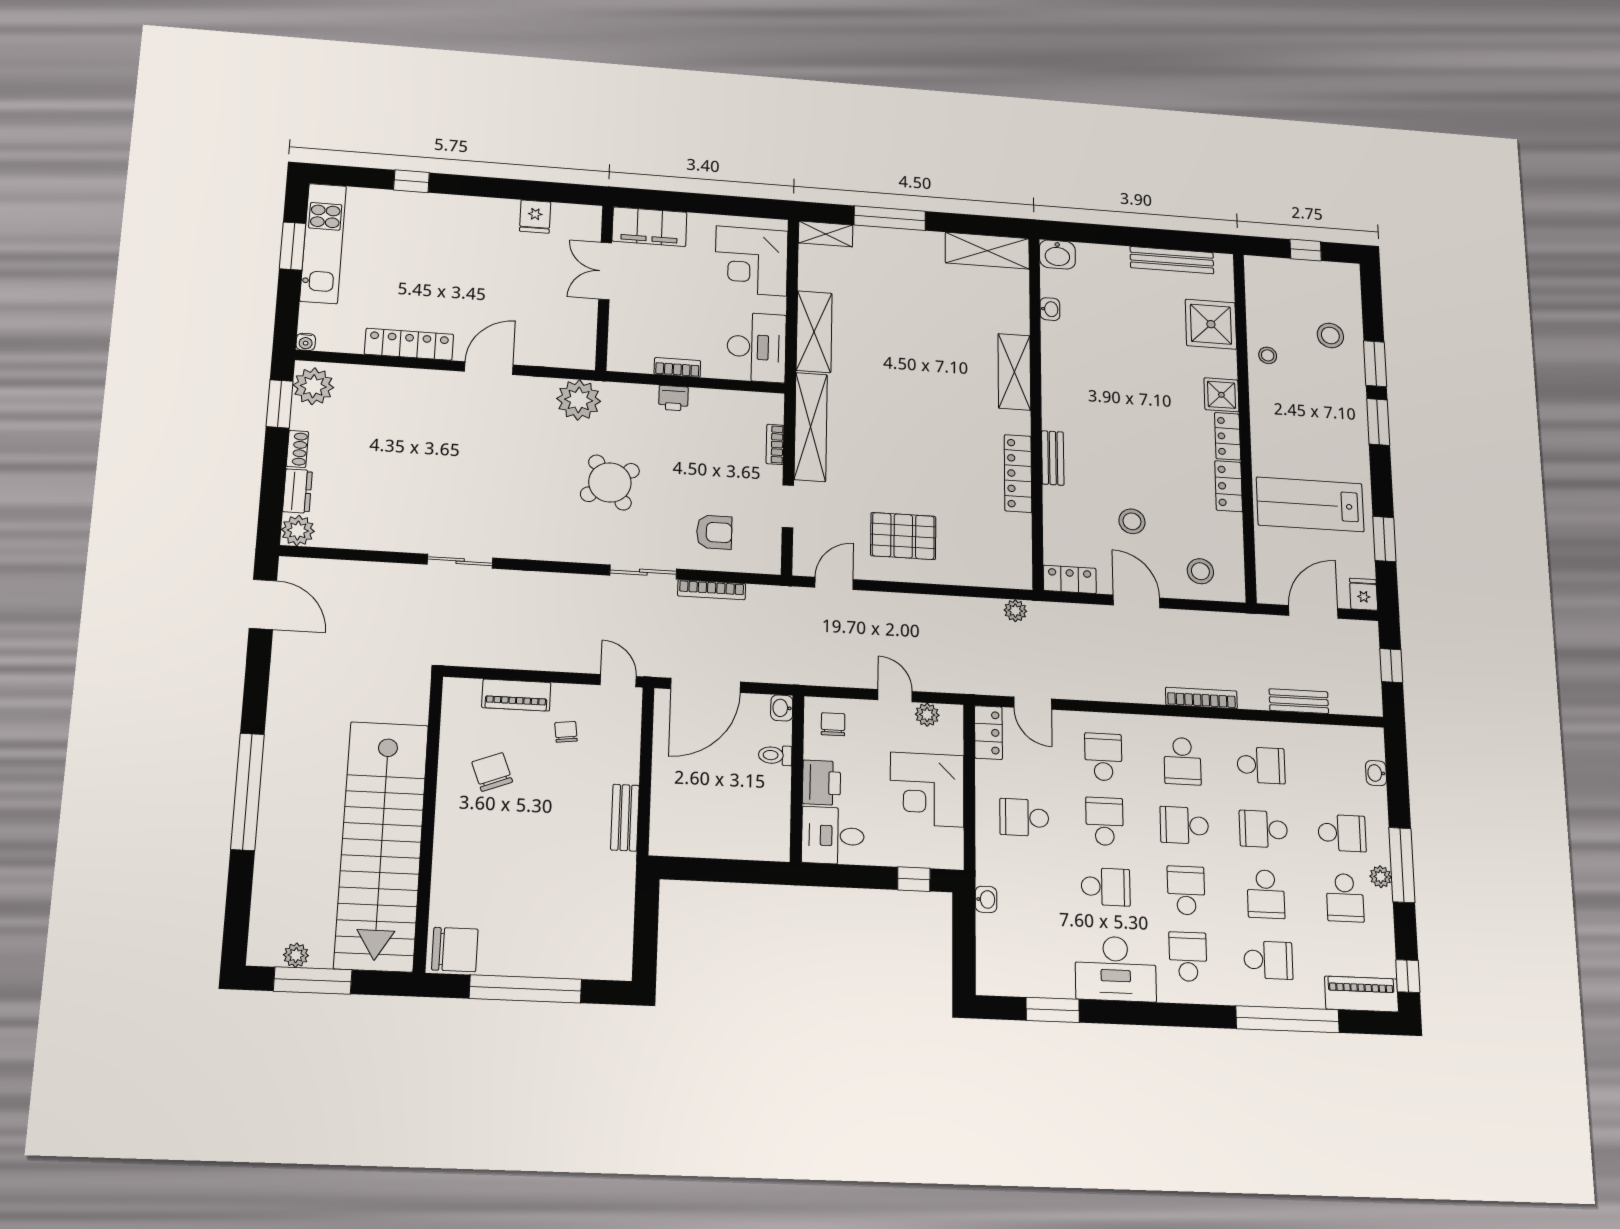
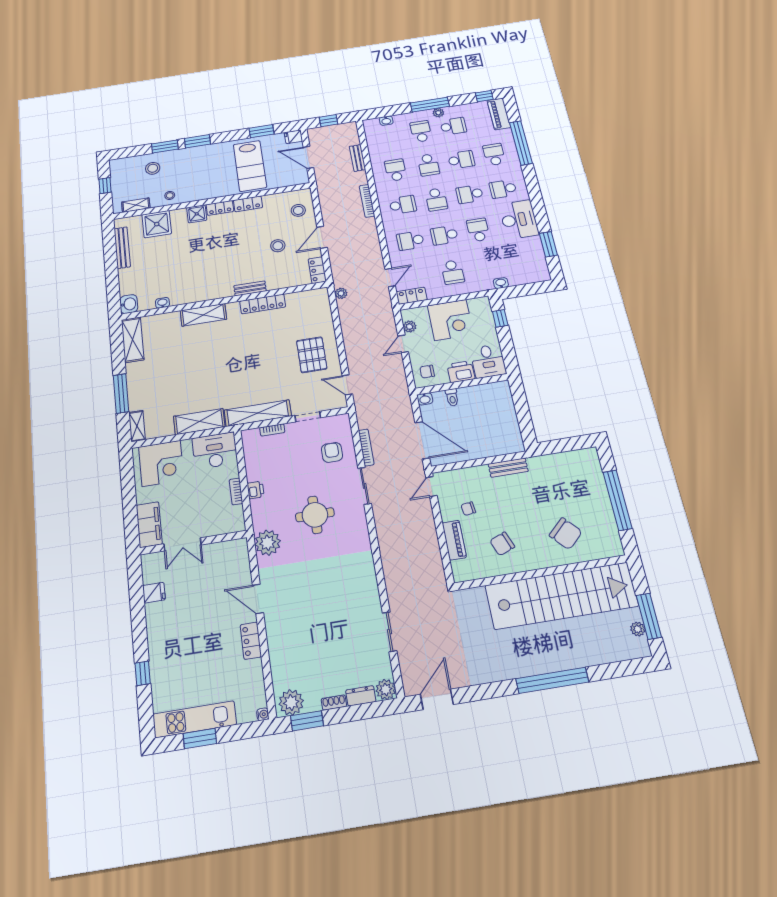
shelving: (1256, 295) -> (136, 205), added
locker: (409, 344) -> (251, 641), width x0.66
round table: (610, 482) -> (315, 515), turned 34
sliding door: (460, 561) -> (390, 632), moved
chair: (455, 950) -> (566, 534), moved, turned 137

